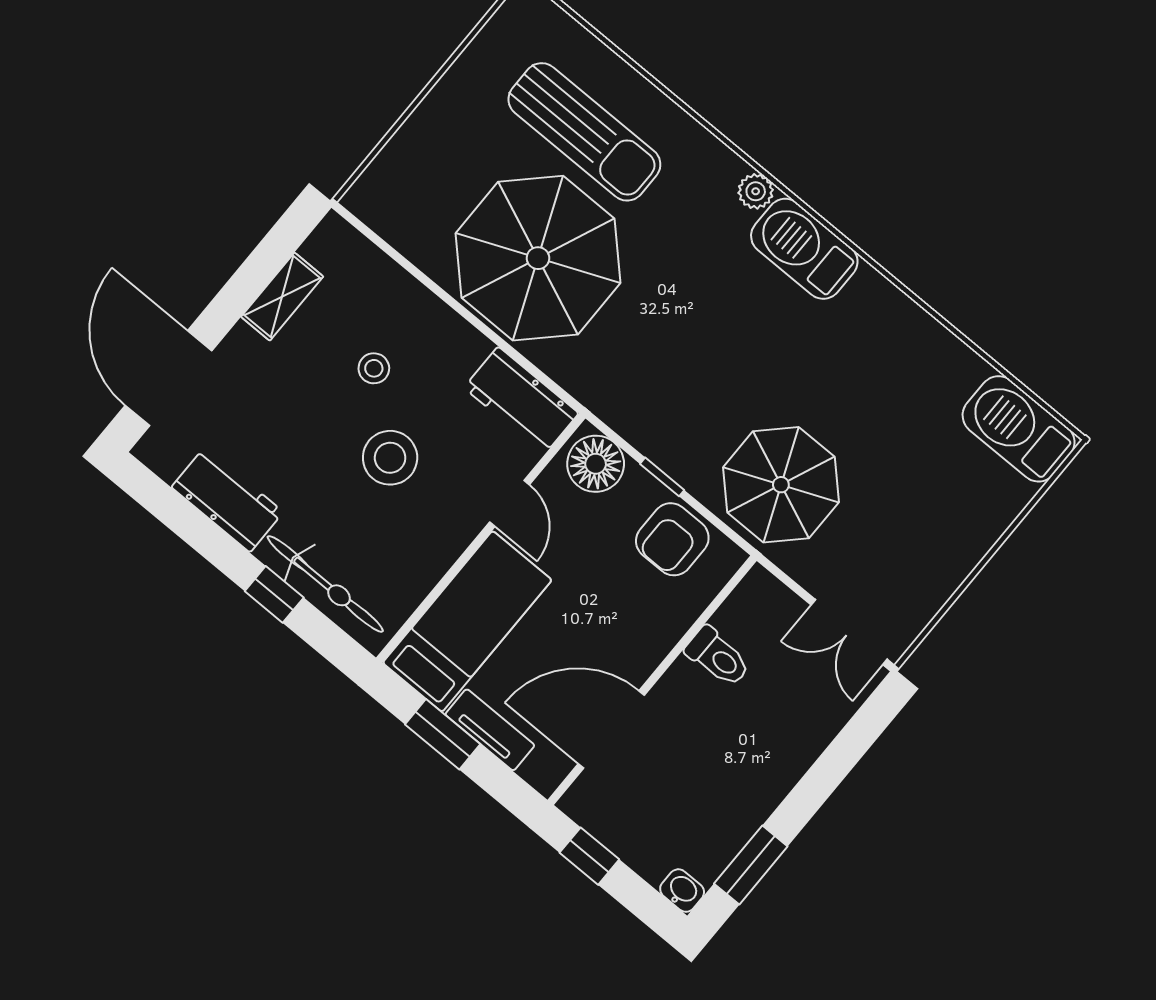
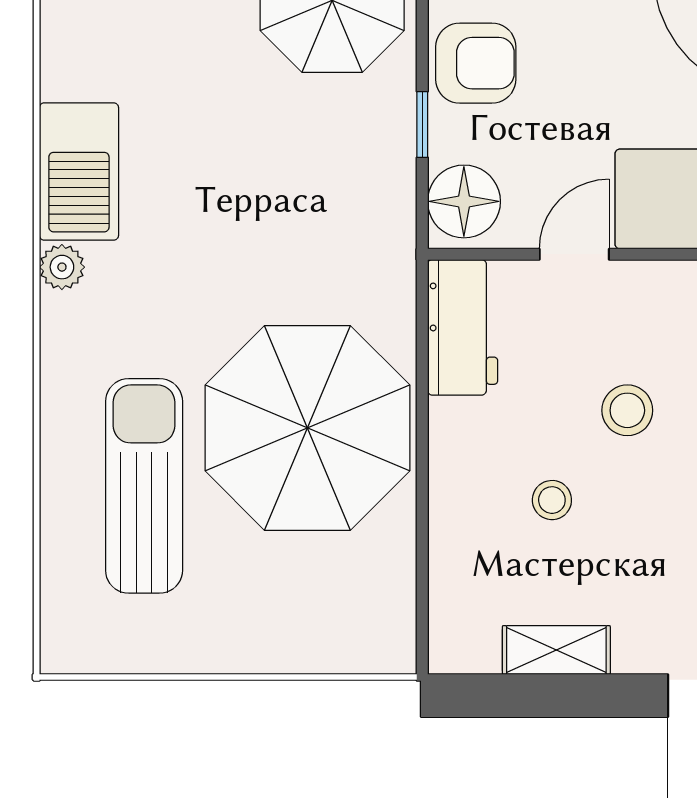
stool: (390, 458) -> (627, 410), width x0.73, depth x0.73

